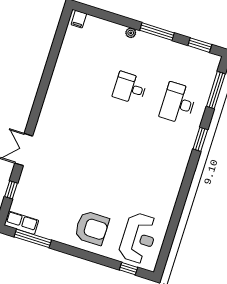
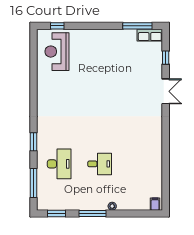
armchair: (92, 228) -> (95, 48), removed

